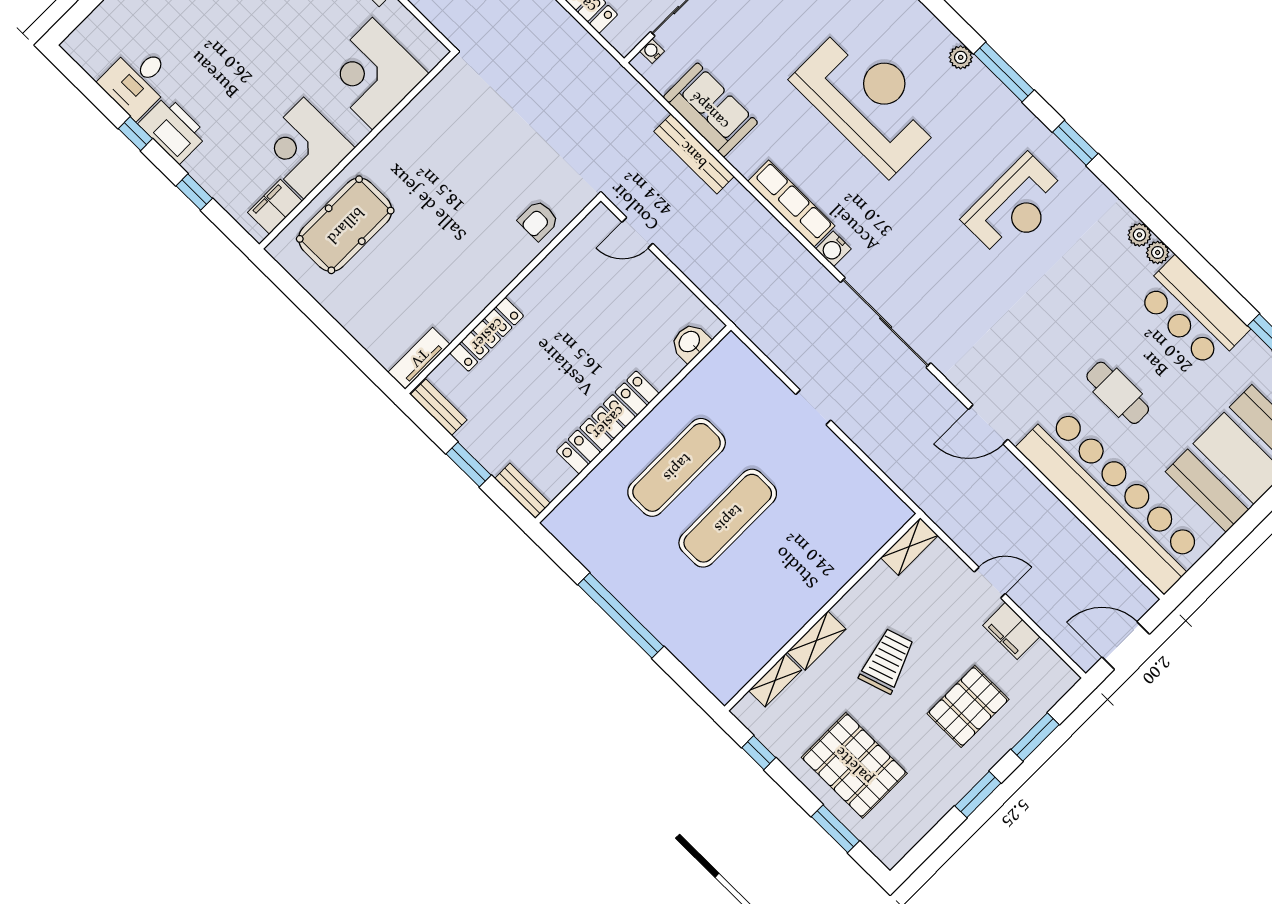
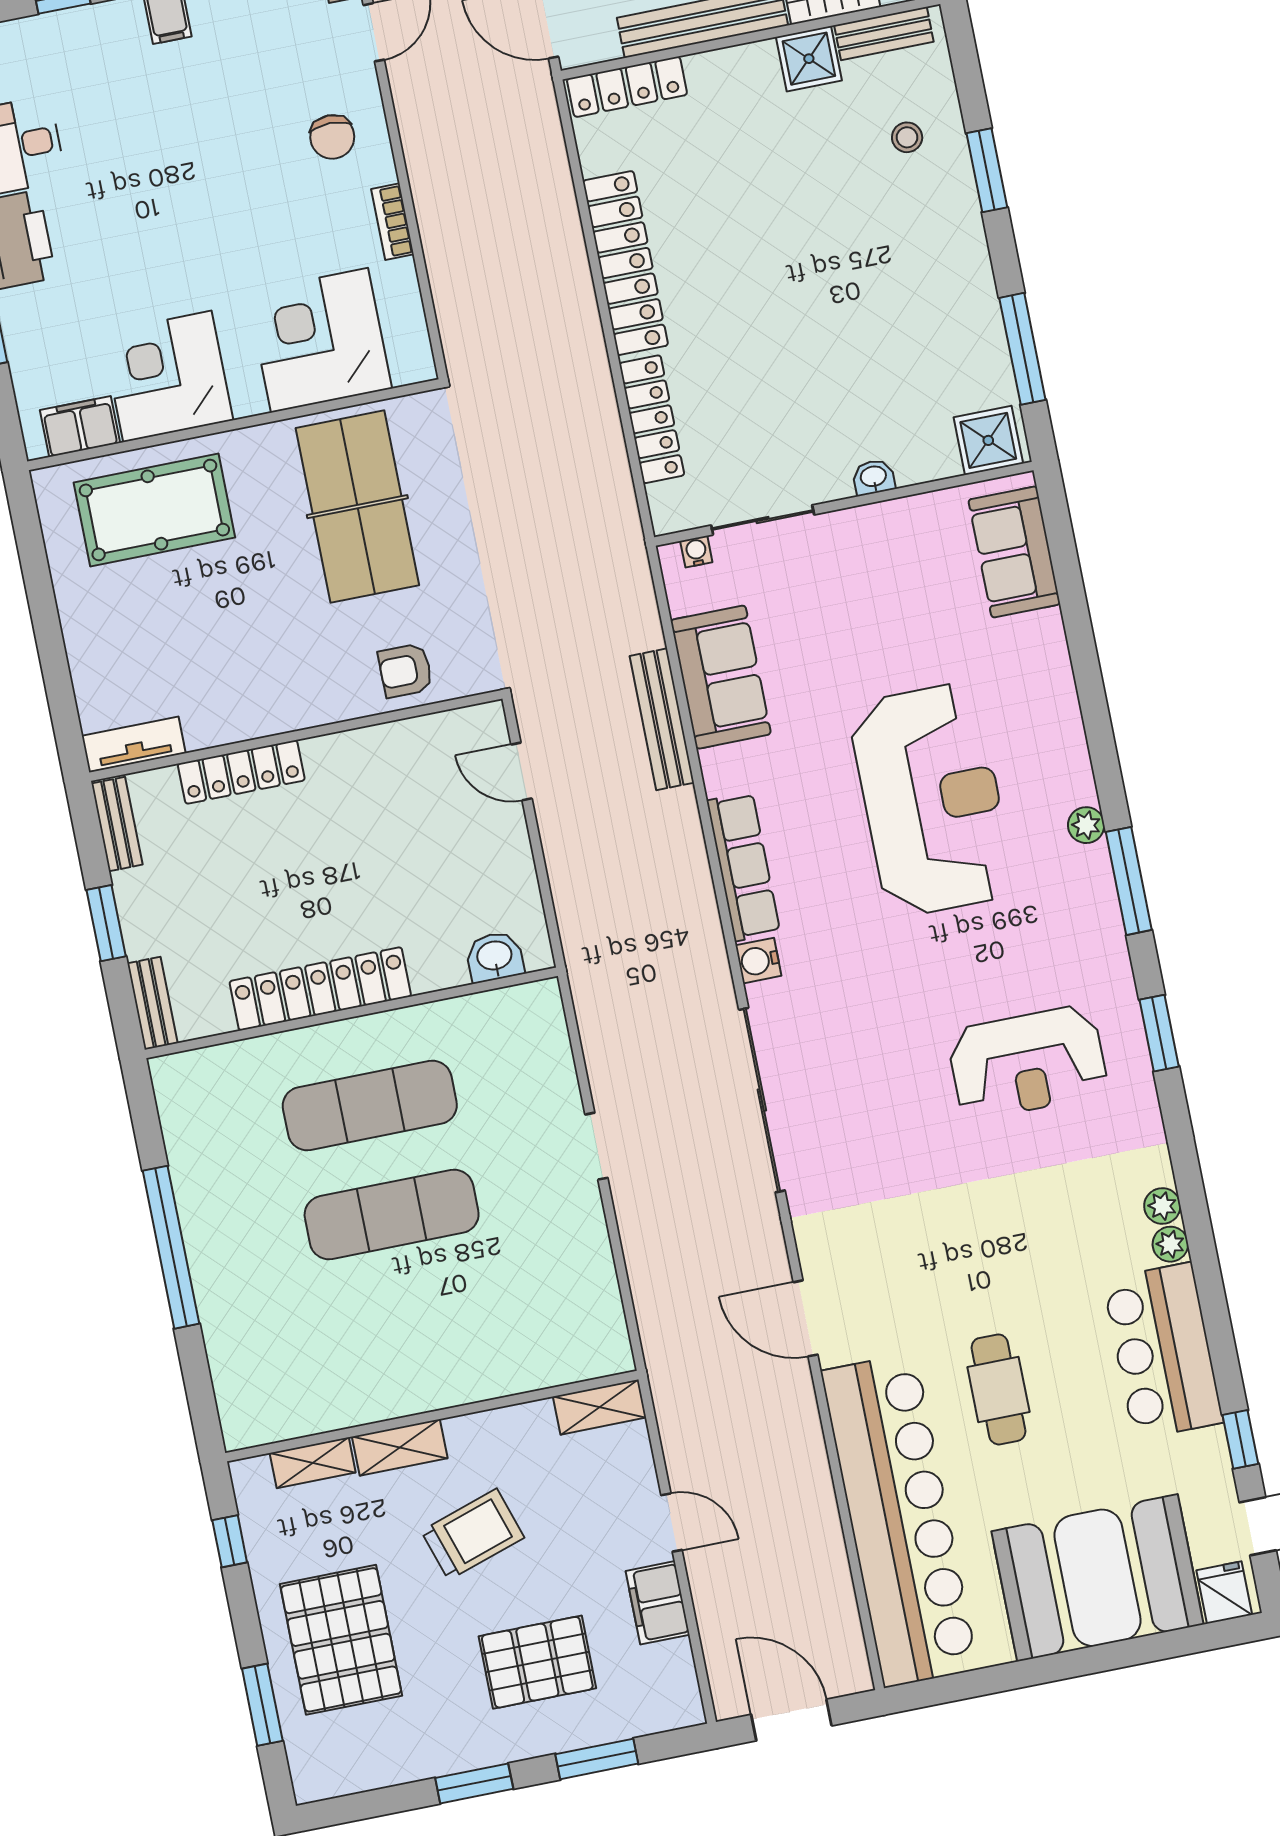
table tennis table: (453, 150) -> (357, 507), added

